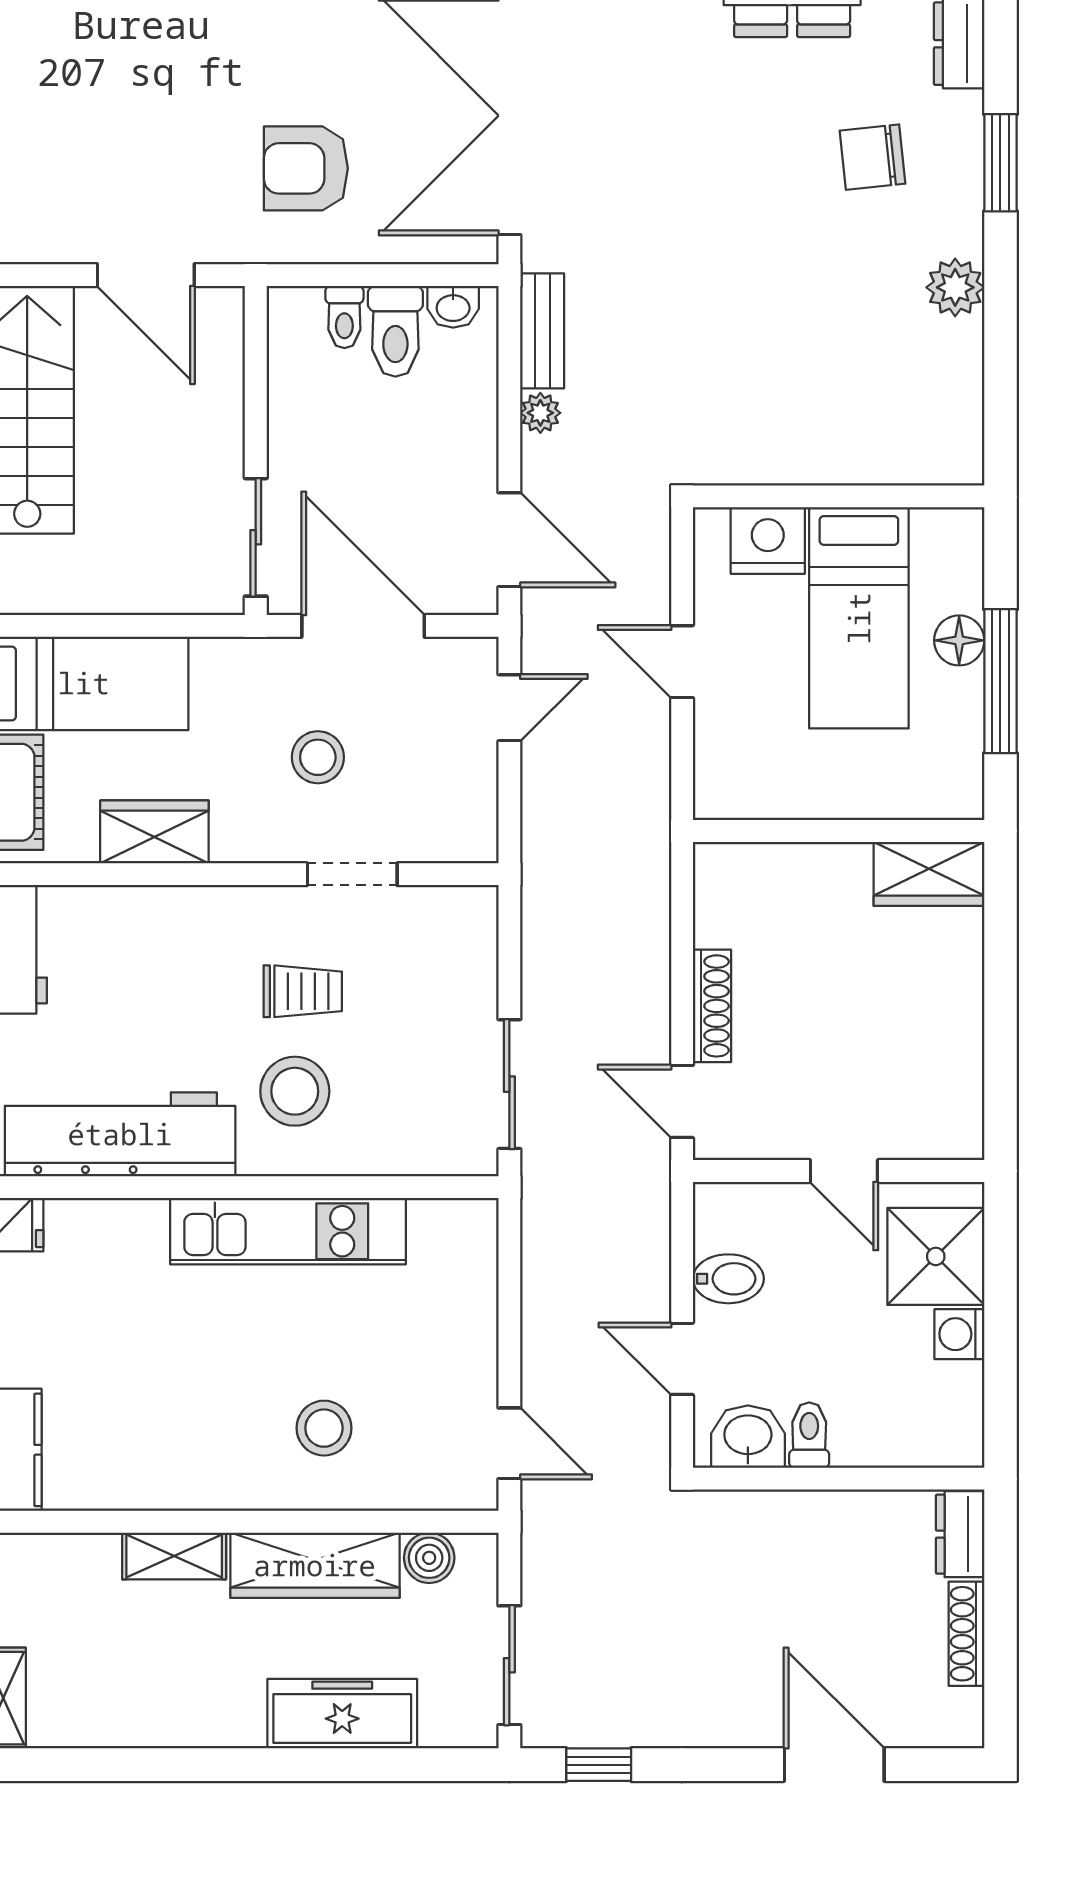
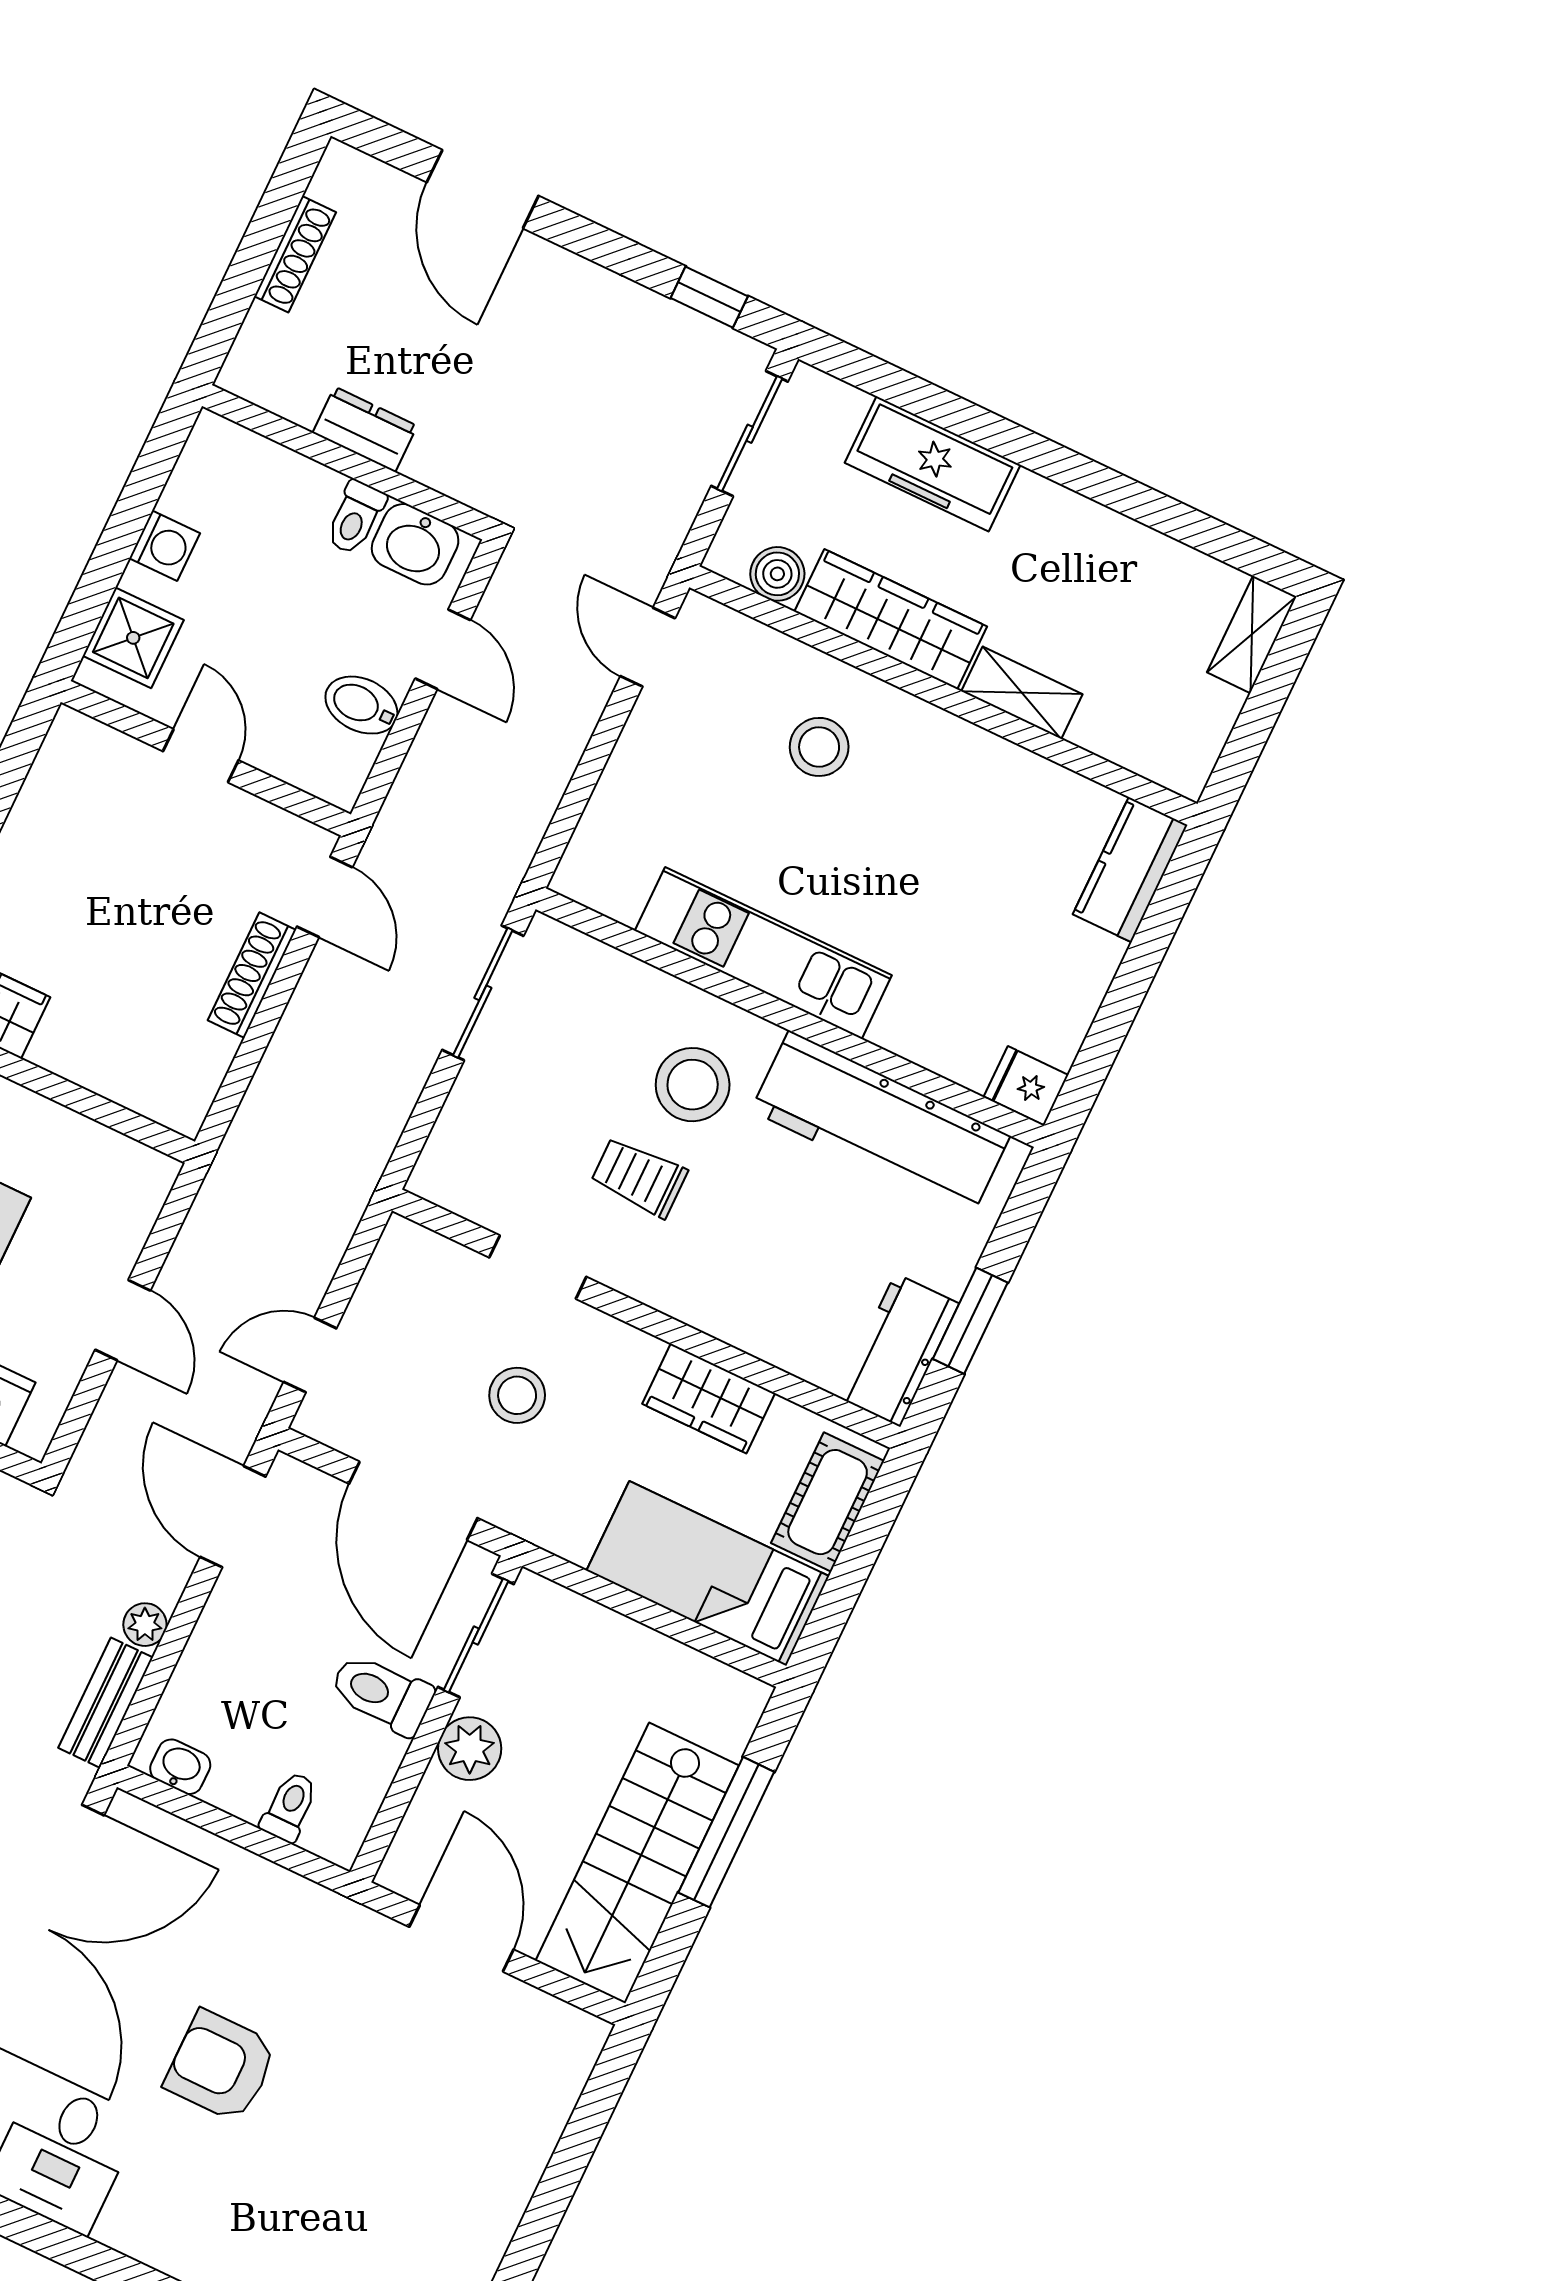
armchair: (306, 168) -> (221, 2066), moved, turned 180
toilet: (395, 331) -> (382, 1694), moved, turned -90
plant: (215, 439) -> (470, 1749), added
shower: (936, 1256) -> (133, 638), width x0.73, depth x0.73
dresser: (960, 1534) -> (365, 429), moved, turned -90

